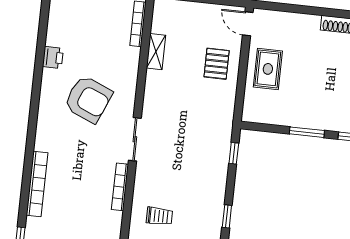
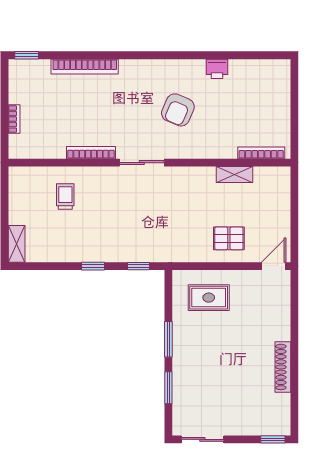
rug: (268, 69) -> (209, 298), moved
armchair: (88, 99) -> (178, 110), width x0.73, depth x0.73
trolley: (159, 216) -> (65, 196), turned 180
window: (227, 216) -> (93, 266), moved

